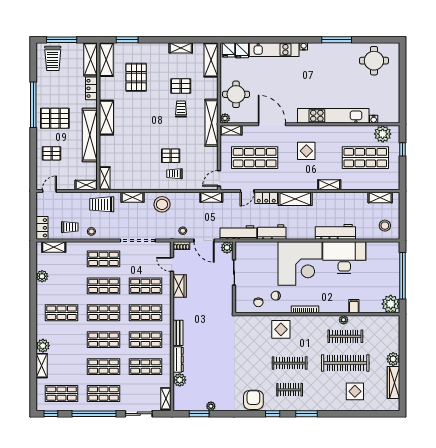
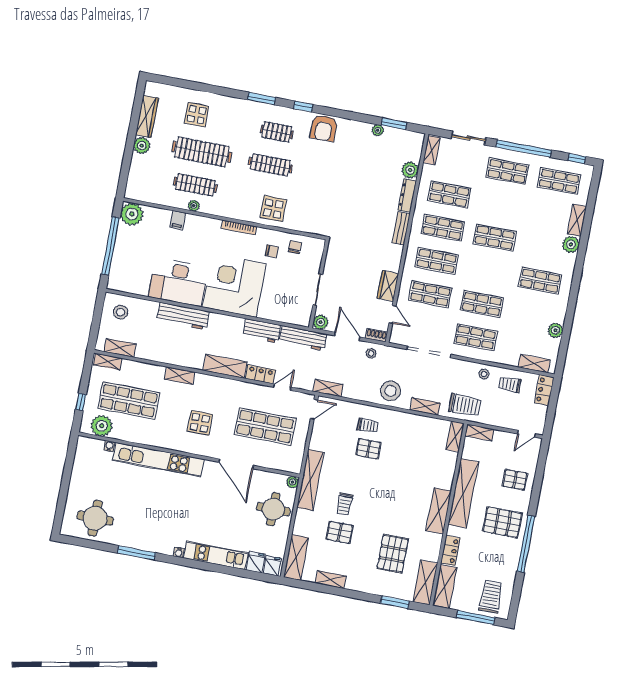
shelving: (231, 130) -> (108, 362), moved
shop shelf: (103, 313) -> (488, 271), removed
shop shelf: (103, 367) -> (501, 204), removed

